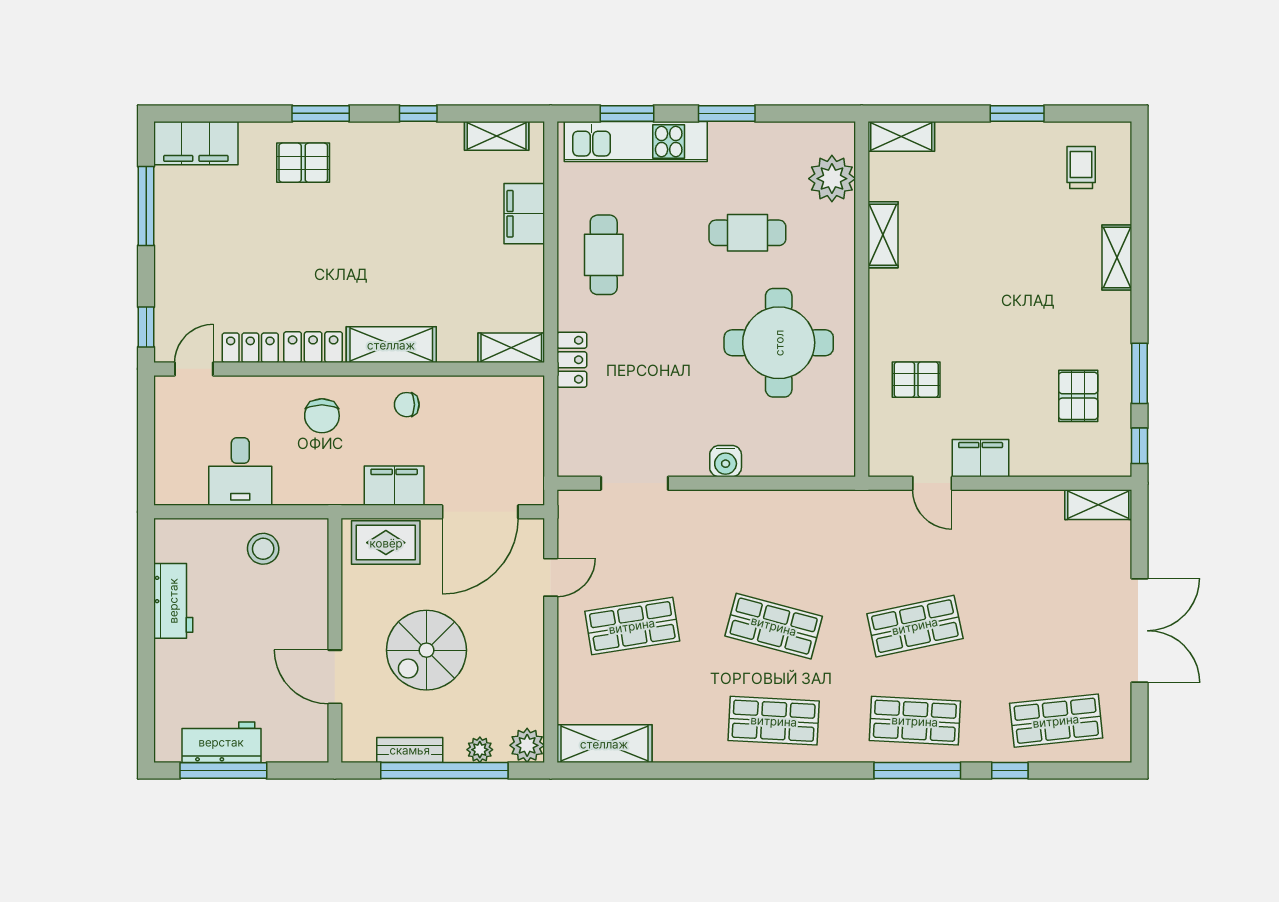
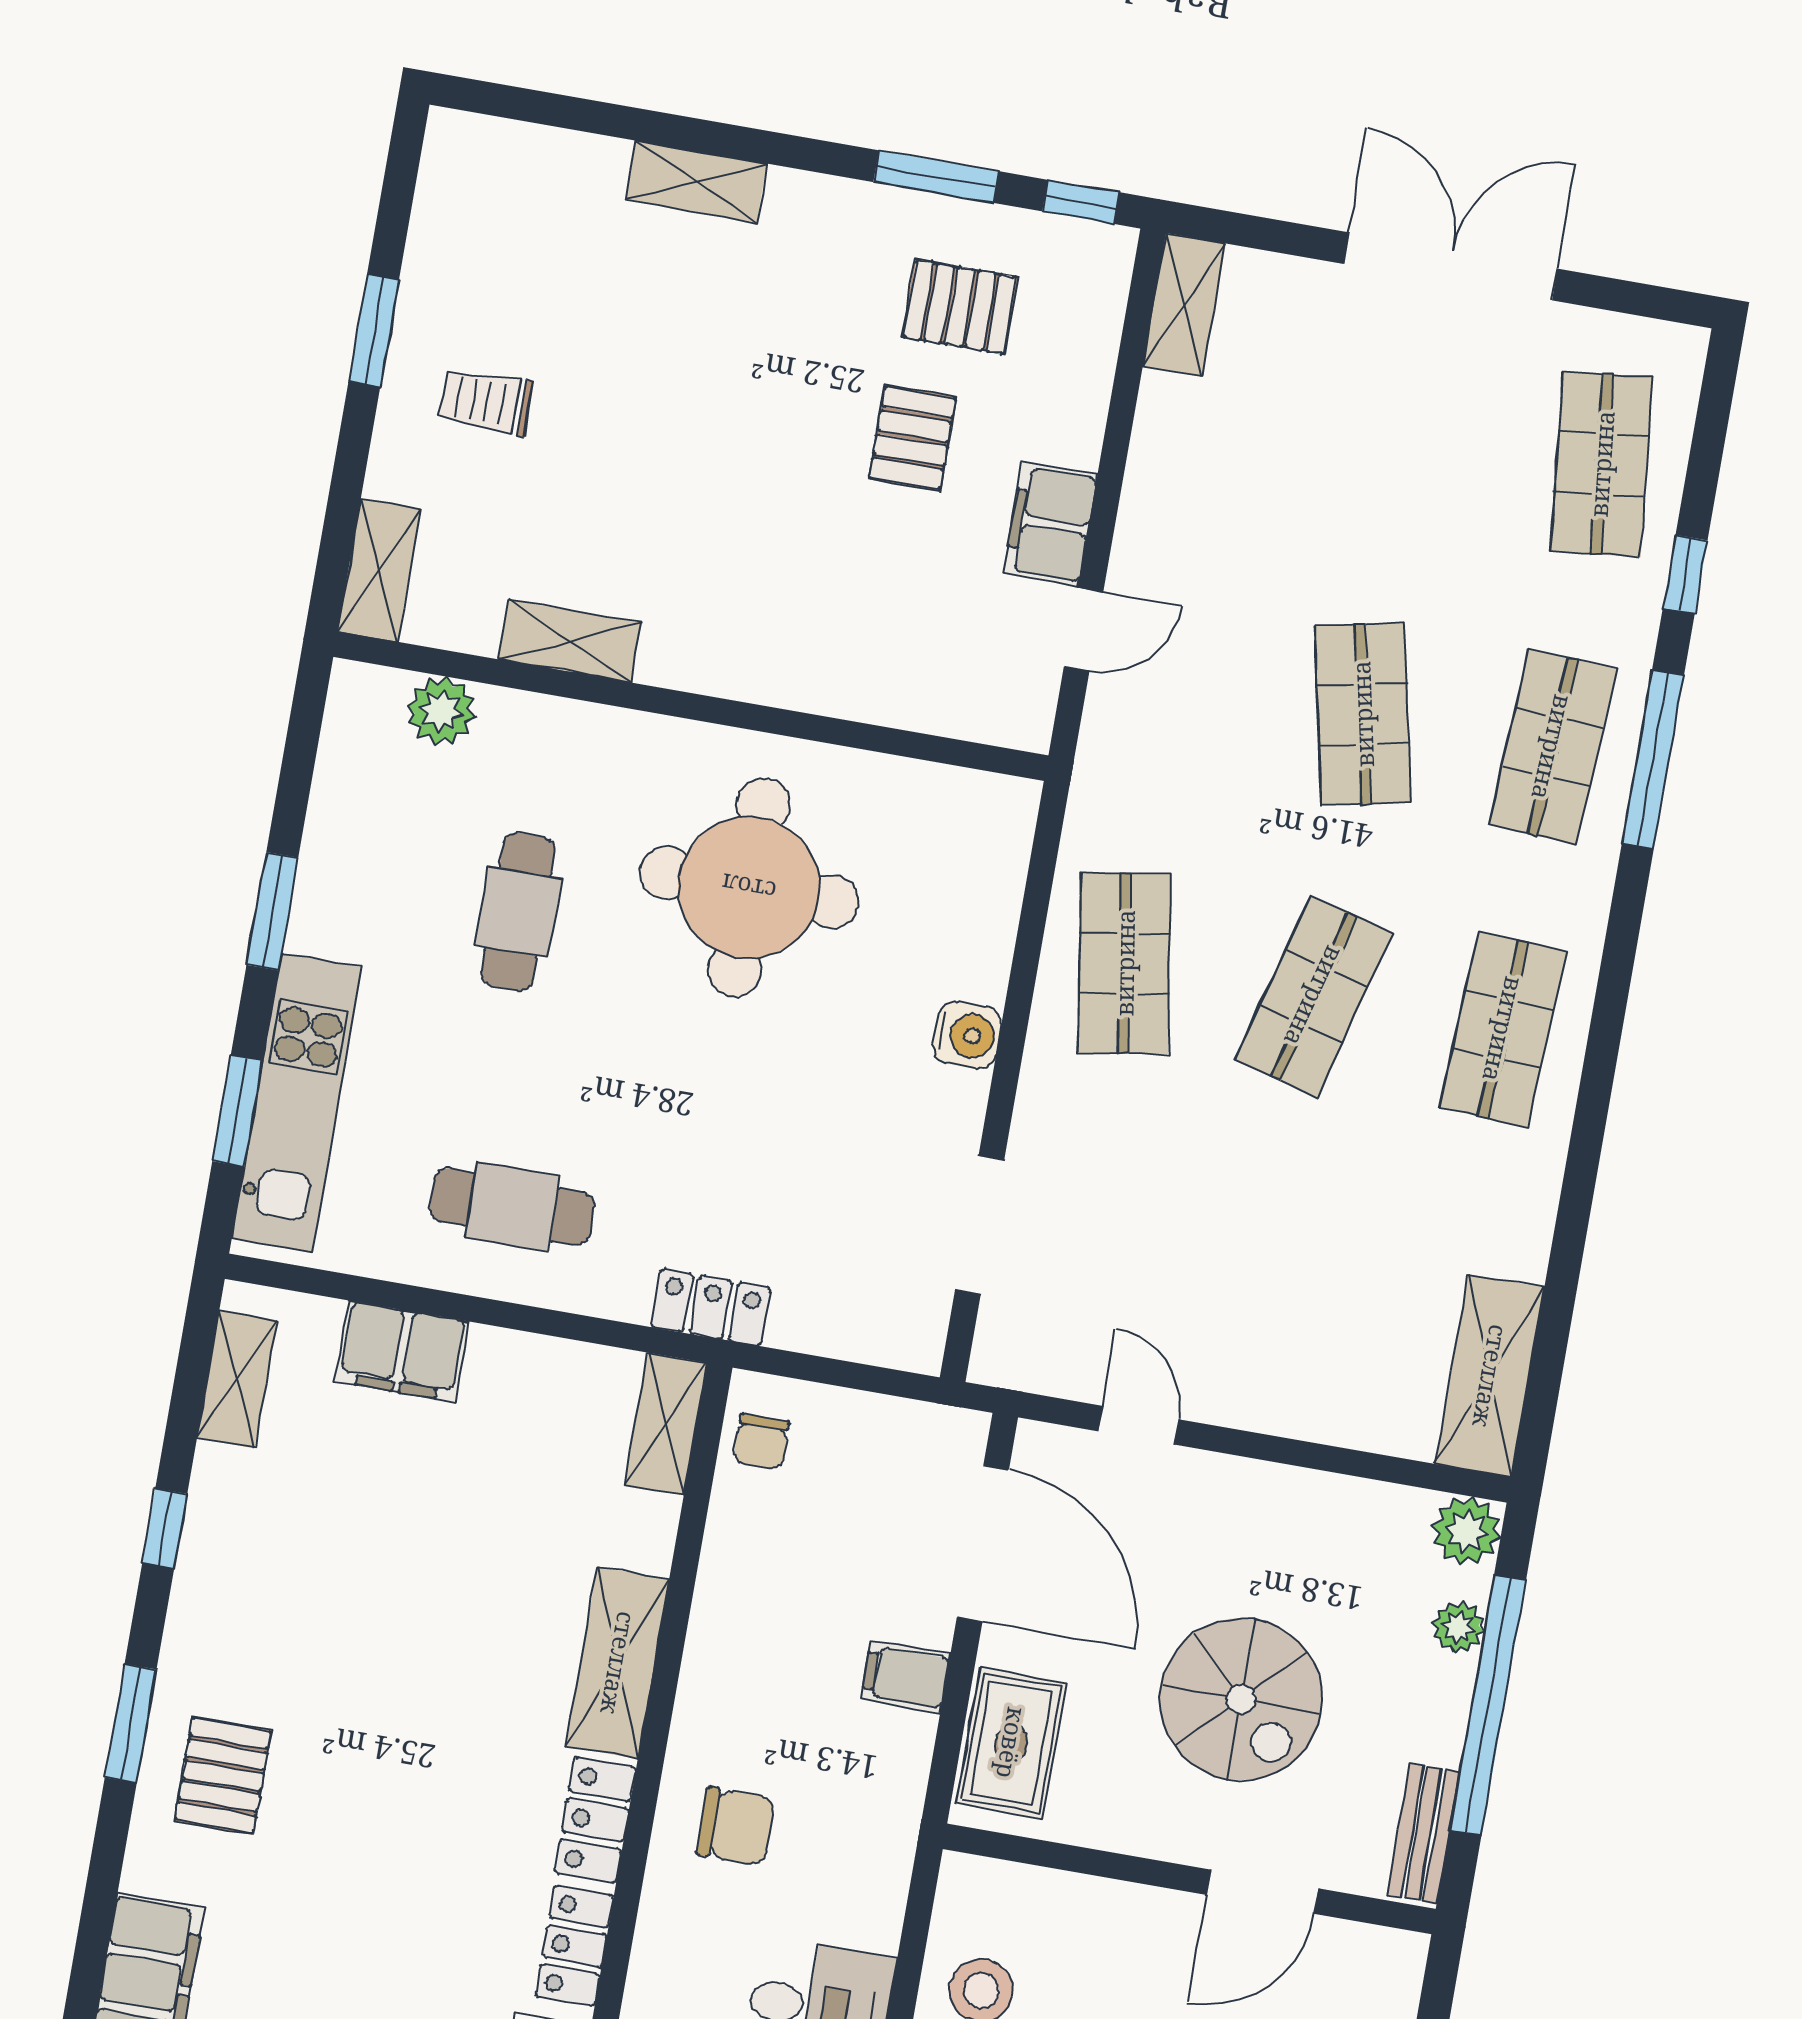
trolley: (1081, 168) -> (486, 402), moved
plant: (832, 179) -> (441, 711), width x0.73, depth x0.73
pallet: (916, 380) -> (913, 438), moved
chair: (407, 405) -> (761, 1442), moved
filing cabinet: (394, 486) -> (906, 1677), width x0.50
shop shelf: (632, 626) -> (1125, 963), moved
bench: (410, 750) -> (1423, 1833), moved

